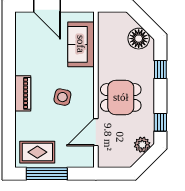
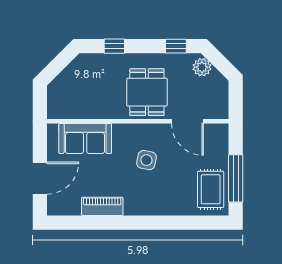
floor lamp: (139, 39) -> (78, 71), removed
piano: (23, 93) -> (102, 206), moved

